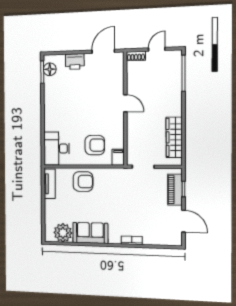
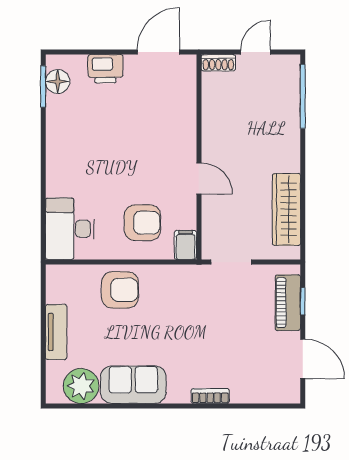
door: (125, 103) -> (199, 178), moved
tv unit: (50, 184) -> (56, 332), moved

